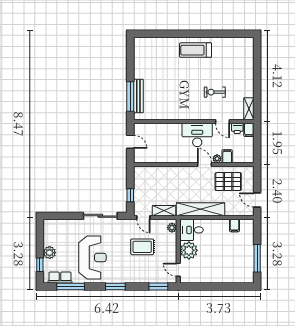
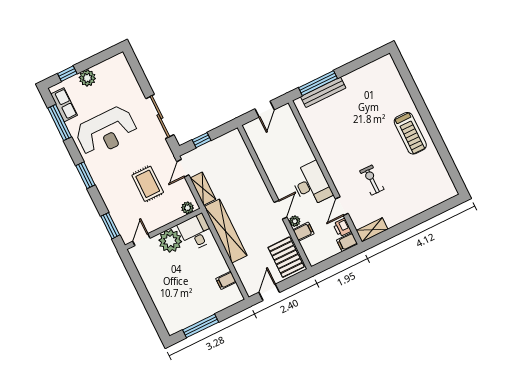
treadmill: (196, 50) -> (410, 133), turned 180
pallet: (228, 182) -> (286, 257), moved

